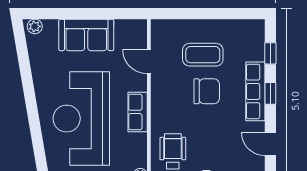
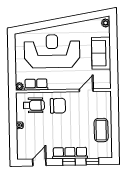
coffee table: (203, 55) -> (101, 130), moved
chair: (207, 91) -> (58, 106), moved, turned -90
row of seats: (138, 112) -> (36, 85), moved

